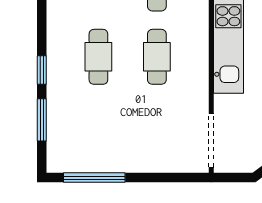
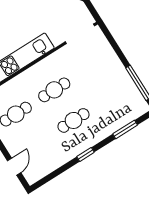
window: (42, 70) -> (86, 154), moved

